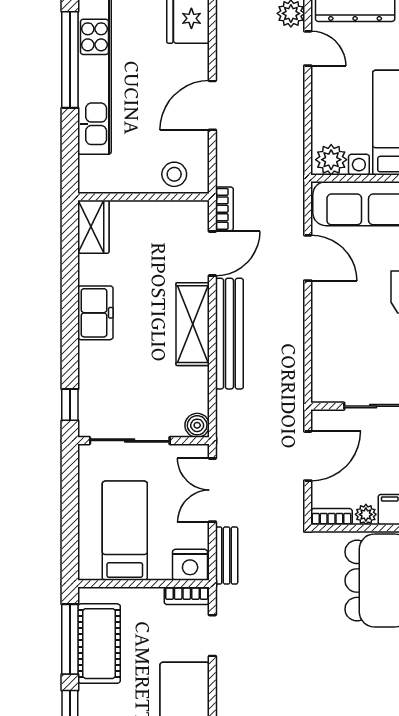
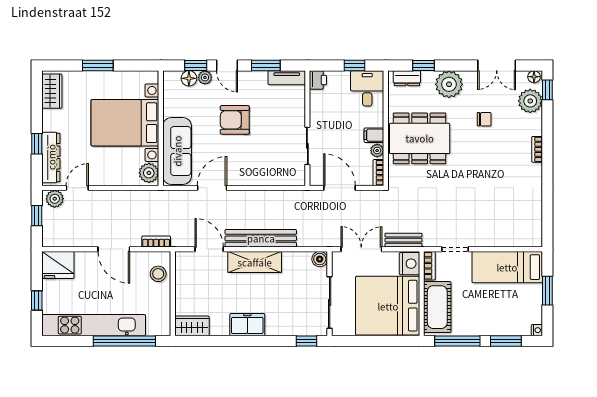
window: (70, 60) -> (124, 341), moved
bookcase: (224, 209) -> (156, 242), moved
double door: (212, 490) -> (361, 249), swing flipped
bed: (125, 531) -> (388, 306), width x2.04
cot: (99, 644) -> (437, 307), moved, turned 90

